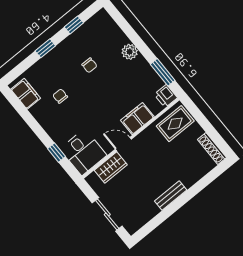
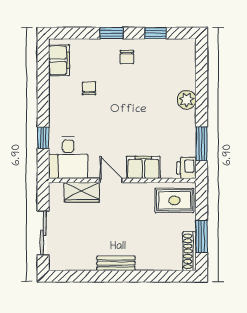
chair: (89, 65) -> (127, 57), moved
window: (212, 133) -> (202, 237), added

